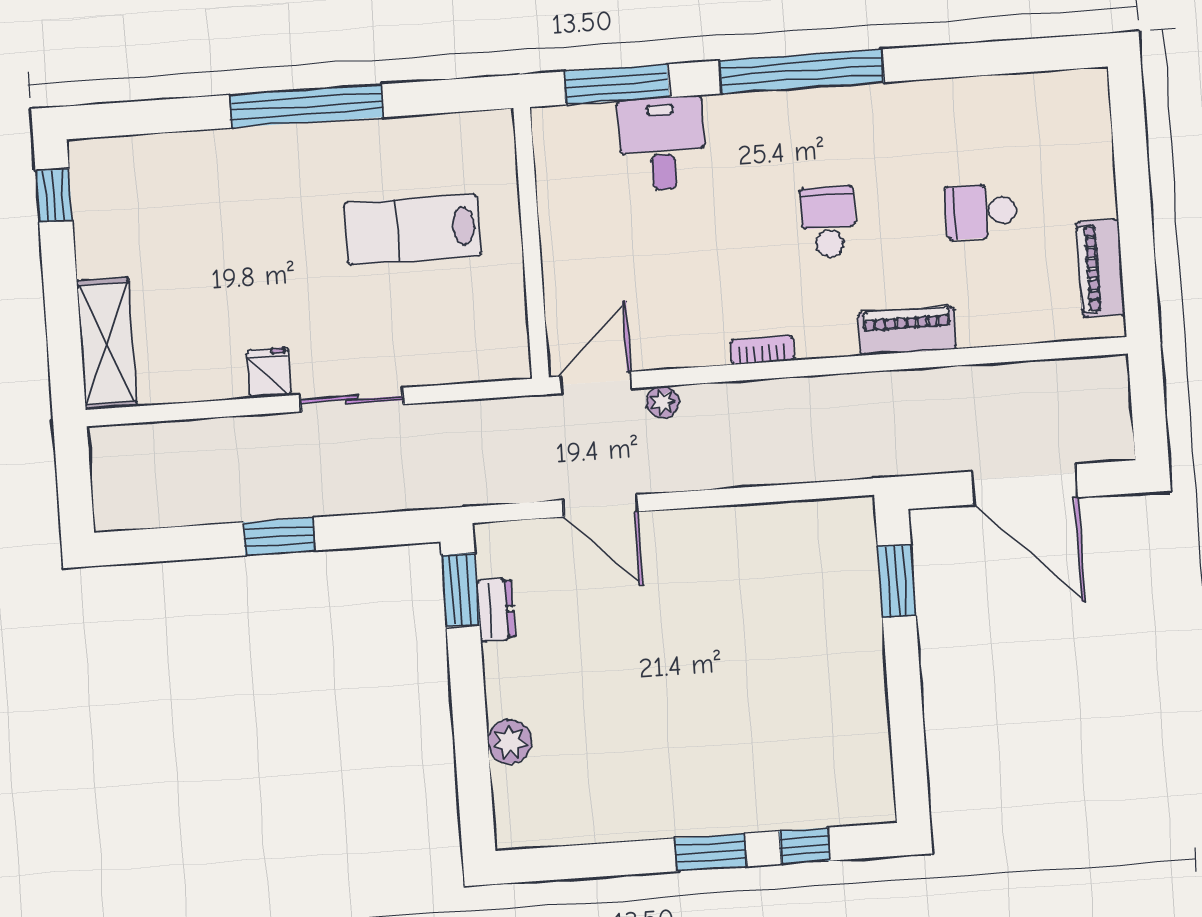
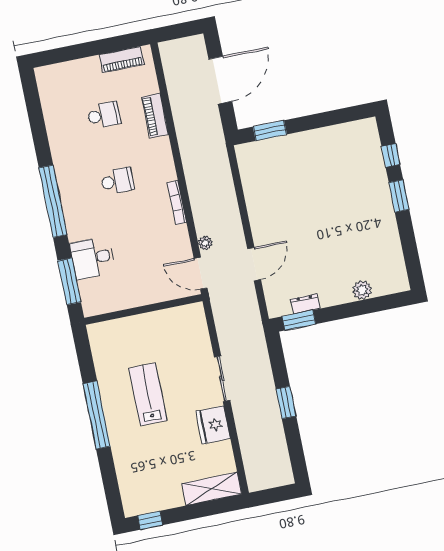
school desk: (981, 211) -> (104, 115), turned -90
school desk: (828, 222) -> (117, 181), turned 180
lab bench: (412, 229) -> (148, 394), moved, turned 180
piano: (907, 331) -> (155, 116), moved
bookcase: (762, 350) -> (177, 203), width x1.56
fridge: (269, 373) -> (213, 425), width x1.88, depth x1.34

